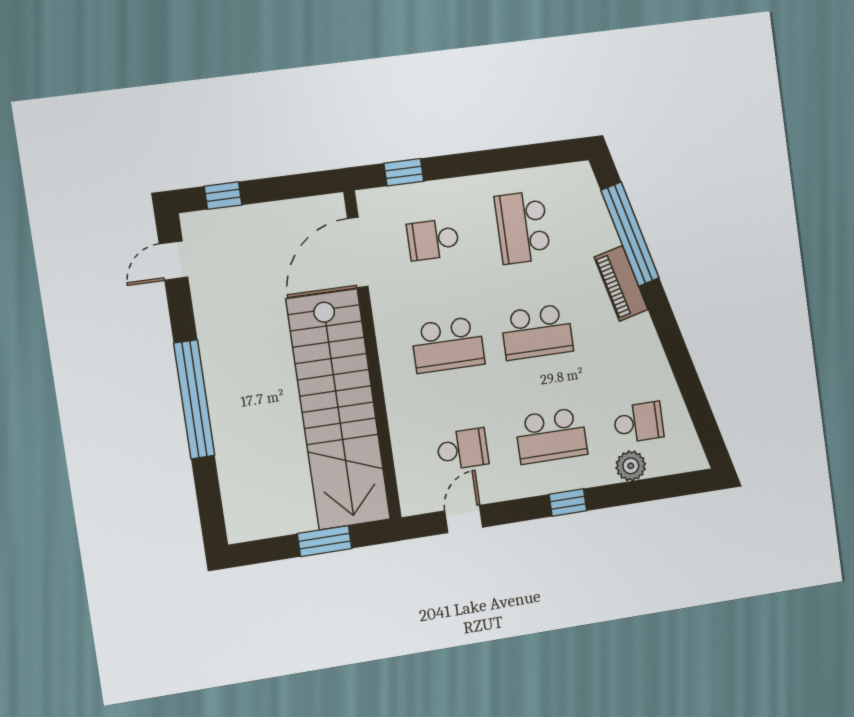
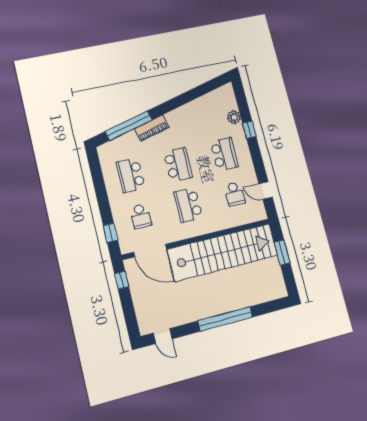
window: (223, 196) -> (122, 280), moved
school desk: (523, 227) -> (131, 175), turned 90
school desk: (448, 345) -> (188, 205), turned 180
school desk: (639, 422) -> (214, 115), removed
school desk: (463, 449) -> (235, 194), turned 180
window: (568, 503) -> (249, 130), moved

